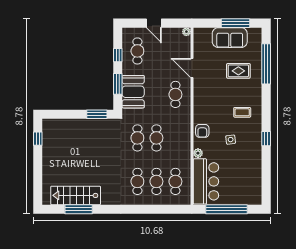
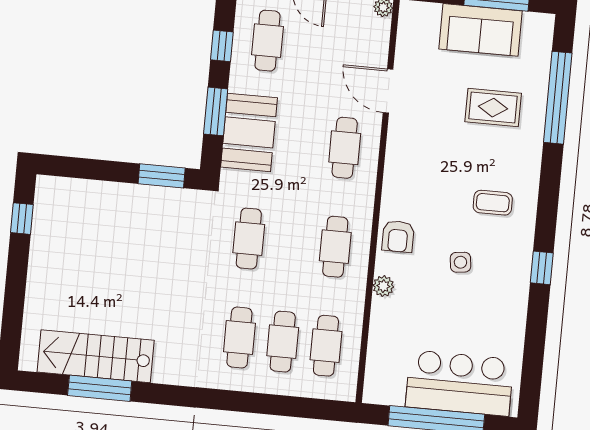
cafe table: (156, 138) -> (335, 247), moved
bar counter: (206, 181) -> (460, 383), moved, turned -90

